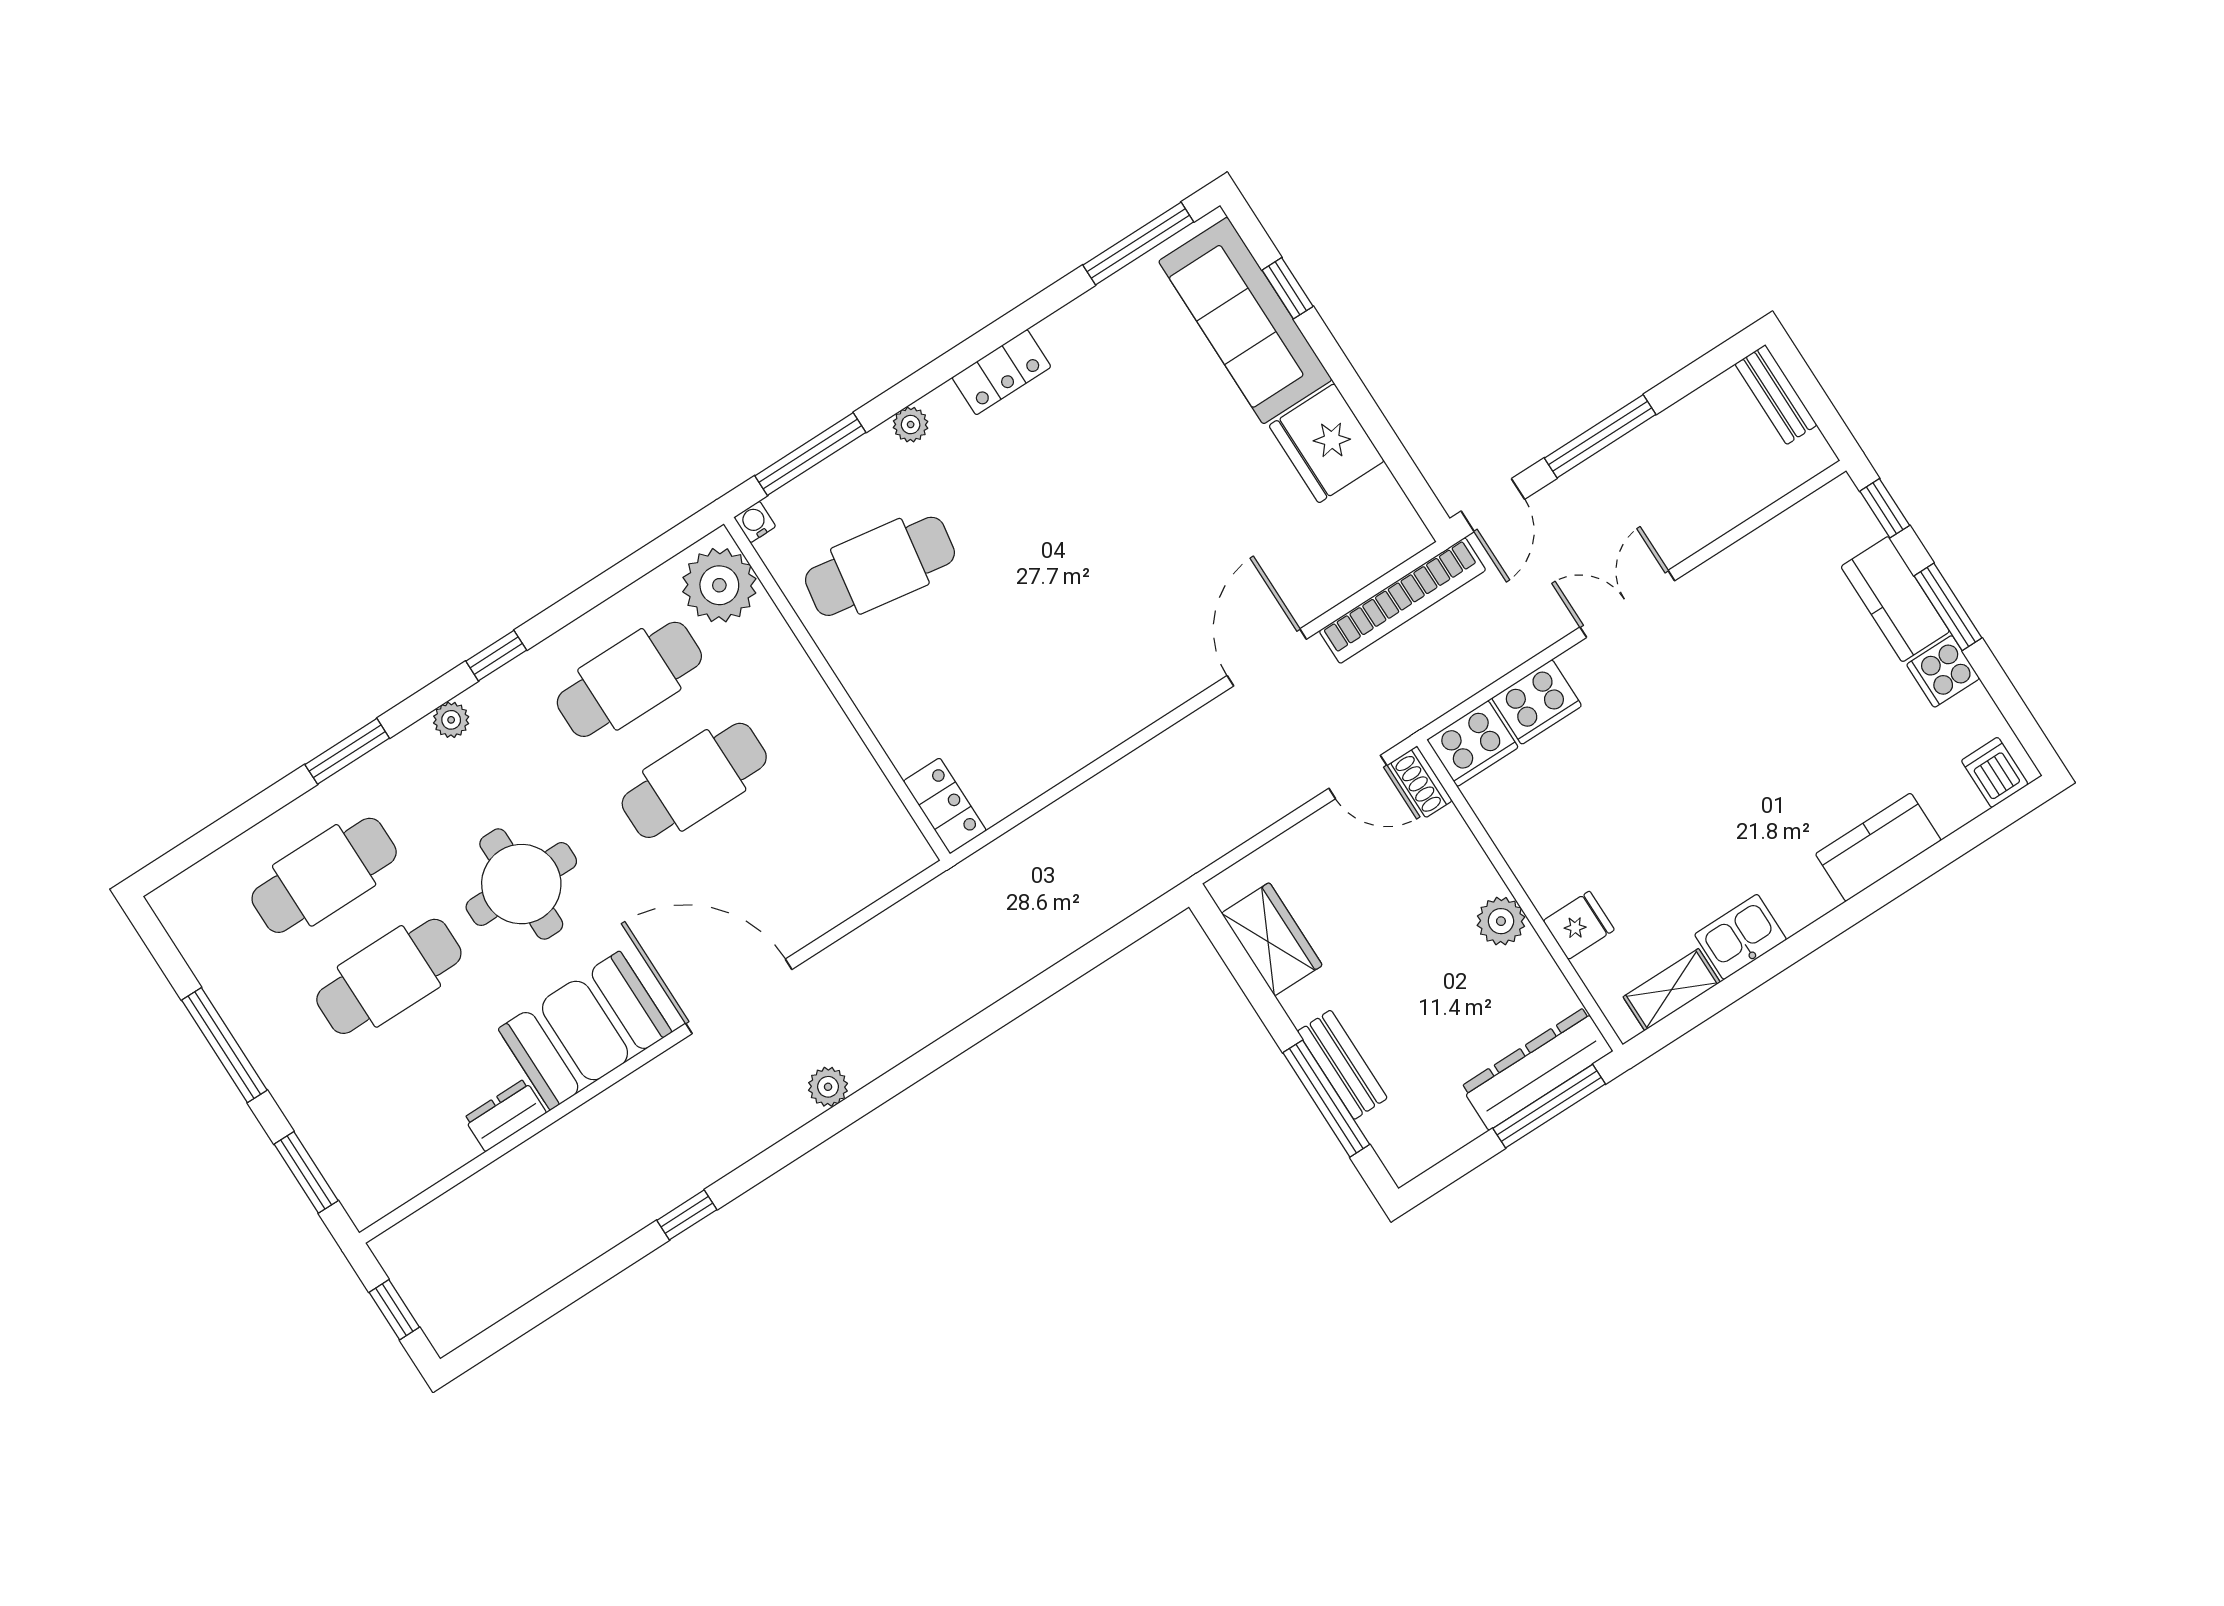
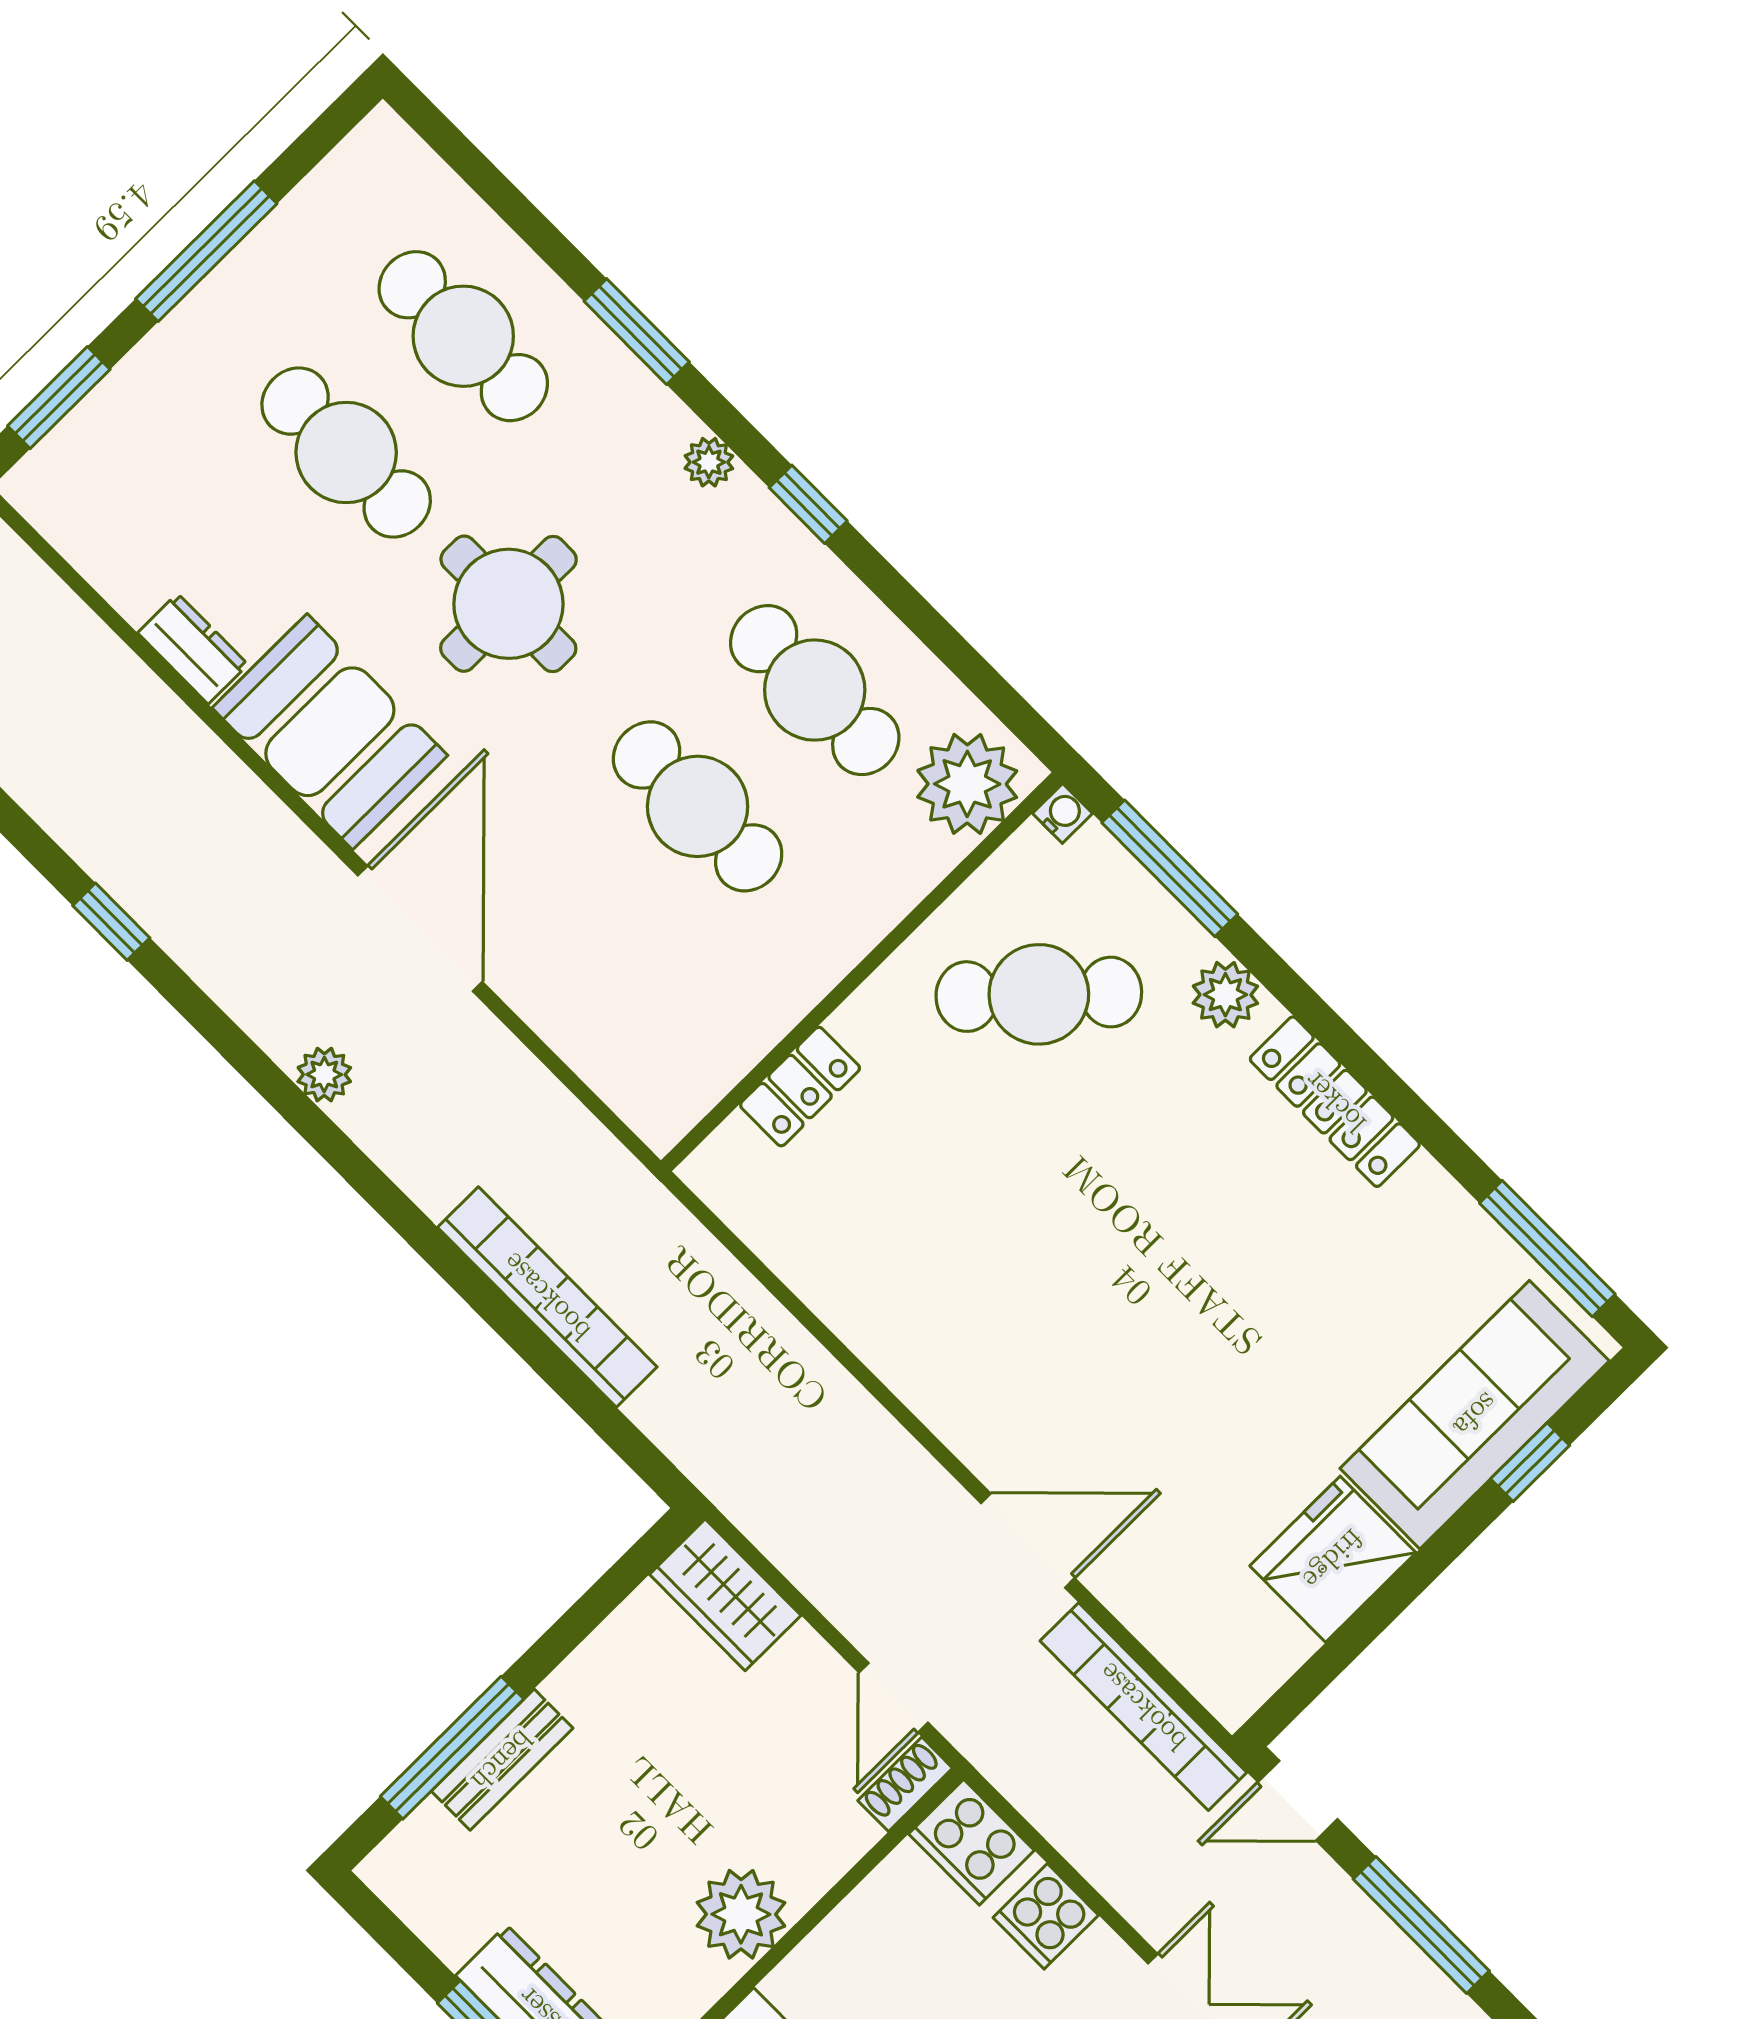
locker: (1001, 372) -> (1335, 1102), width x1.53
plant: (911, 425) -> (1225, 995), width x1.38, depth x1.38
cafe table: (880, 566) -> (1039, 994), turned -56
cooker: (1537, 702) -> (1046, 1916), width x0.73
locker: (945, 806) -> (800, 1087), moved
plant: (1501, 921) -> (741, 1914), width x1.36, depth x1.36
wardrobe: (1272, 939) -> (725, 1595), moved, turned 90
bookcase: (1020, 962) -> (547, 1297), added

